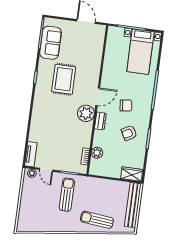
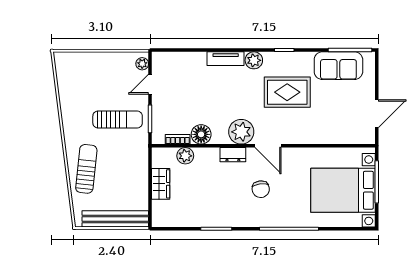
bed with nightstands: (140, 52) -> (343, 190), width x1.36
plant: (39, 99) -> (254, 60), added
armchair: (129, 133) -> (221, 199), removed
floor lamp: (84, 140) -> (201, 134), added
tv unit: (31, 154) -> (226, 59), moved
wardrobe: (132, 174) -> (161, 184), moved

